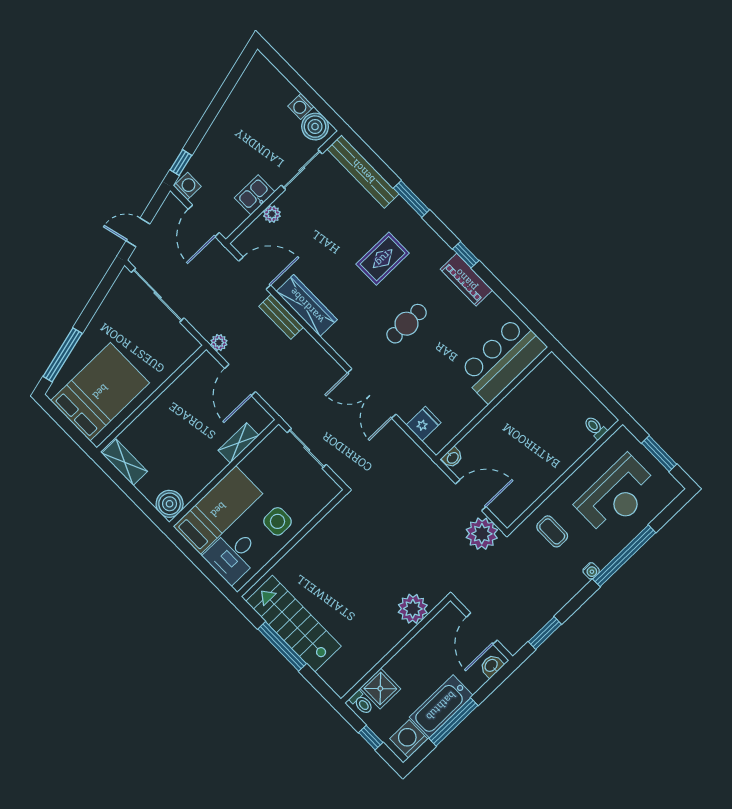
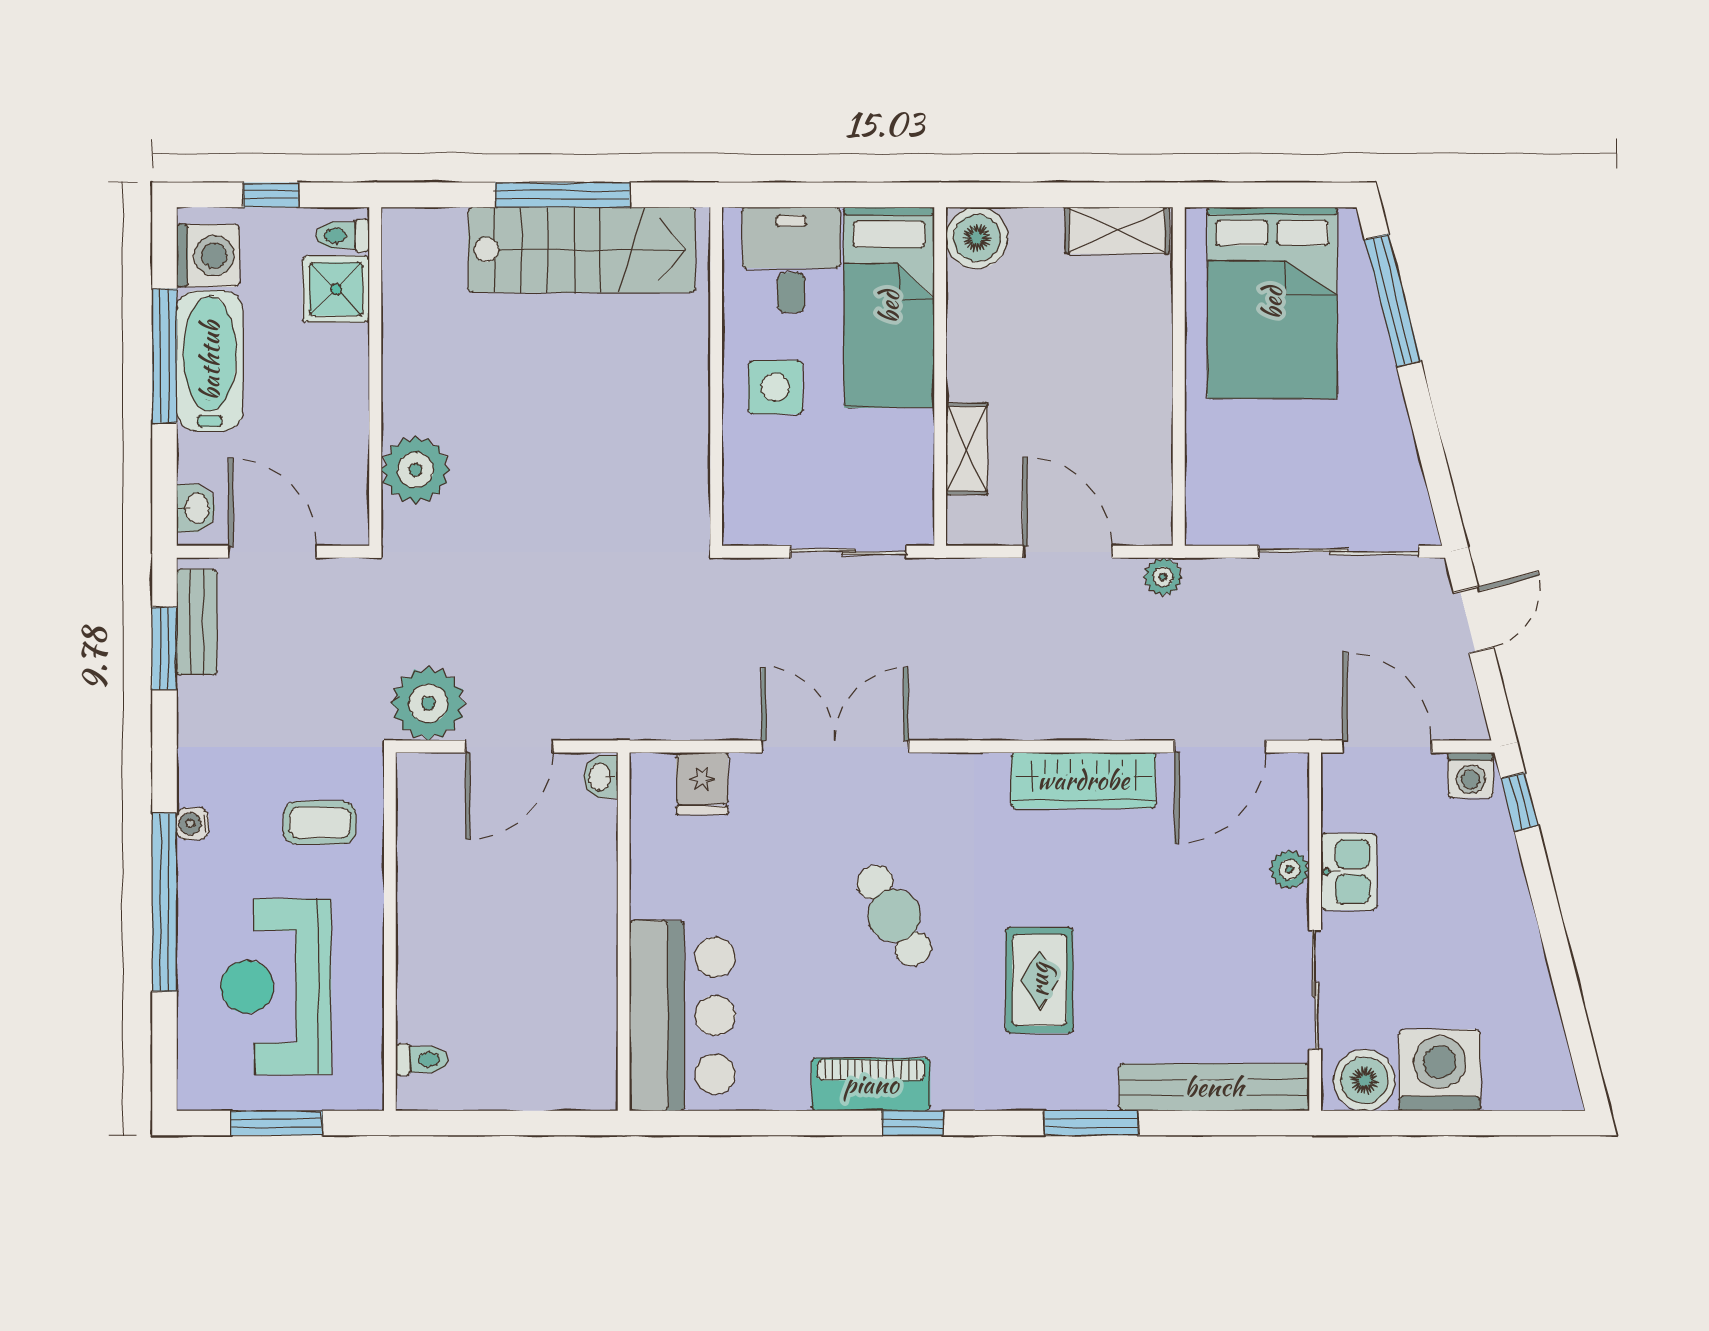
washing machine: (301, 106) -> (1440, 1070), width x1.89, depth x1.89
bench: (281, 317) -> (197, 622), moved, turned 90
cafe table: (407, 324) -> (894, 915), turned -30

